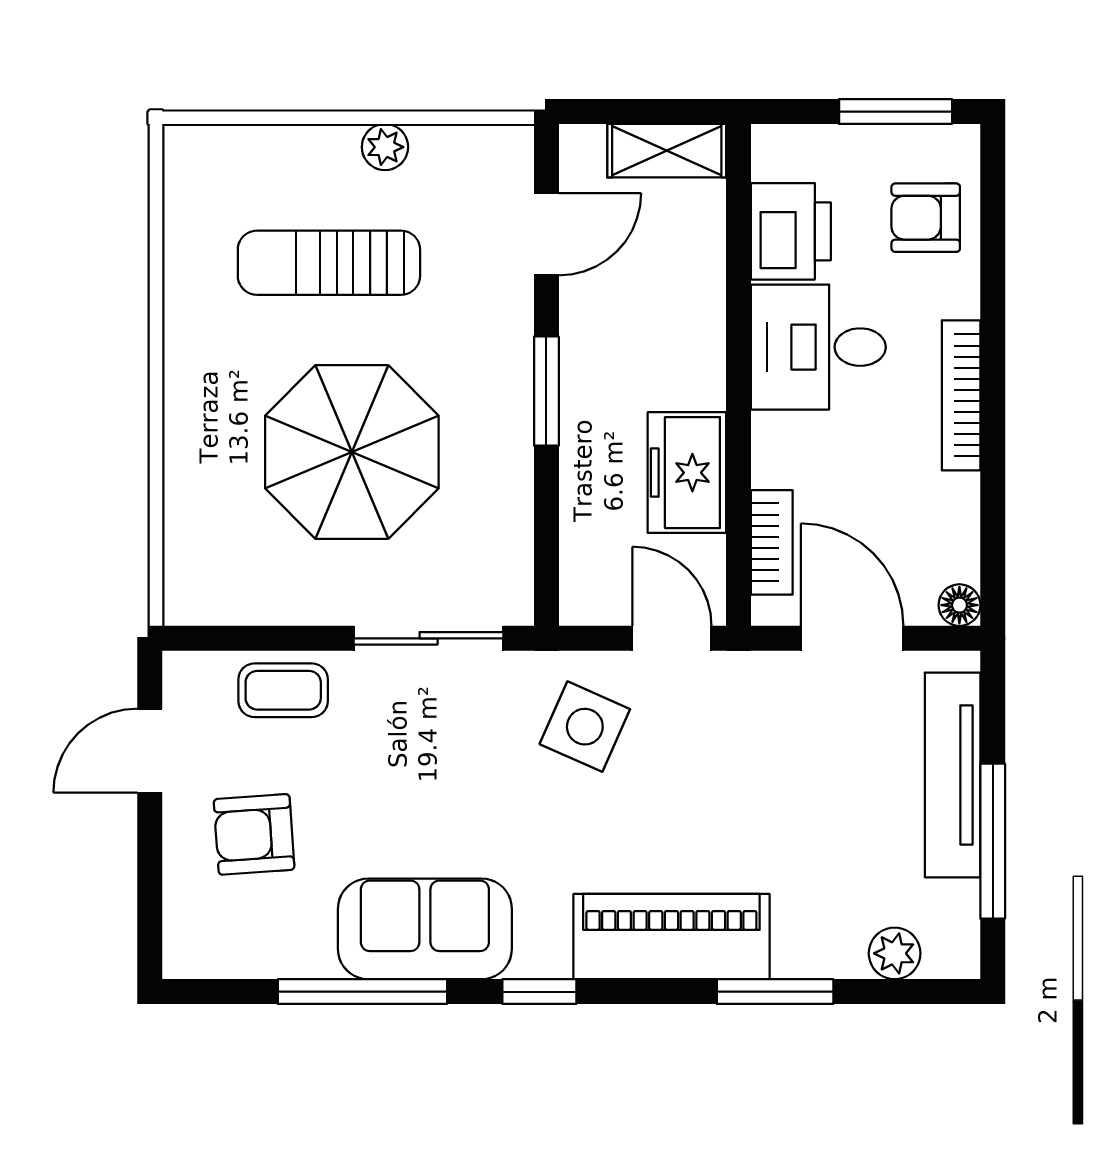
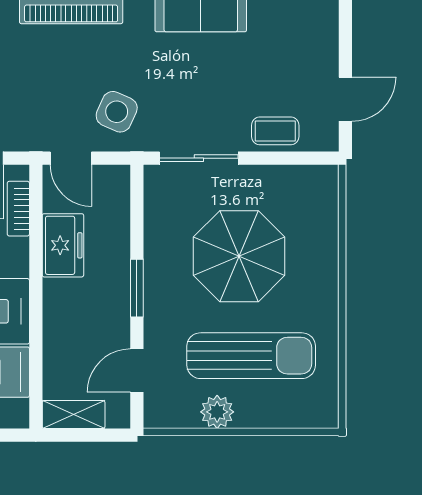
plant: (385, 147) -> (217, 412), width x1.38, depth x1.38
sun lounger: (329, 263) -> (251, 356), width x1.36, depth x1.34
armchair: (254, 834) -> (291, 55), removed

